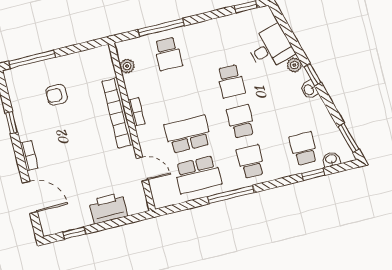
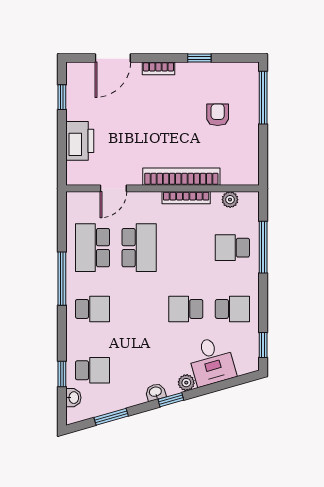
bookcase: (137, 112) -> (186, 198), width x1.56
school desk: (241, 121) -> (232, 309), moved
window: (348, 138) -> (111, 417), moved

